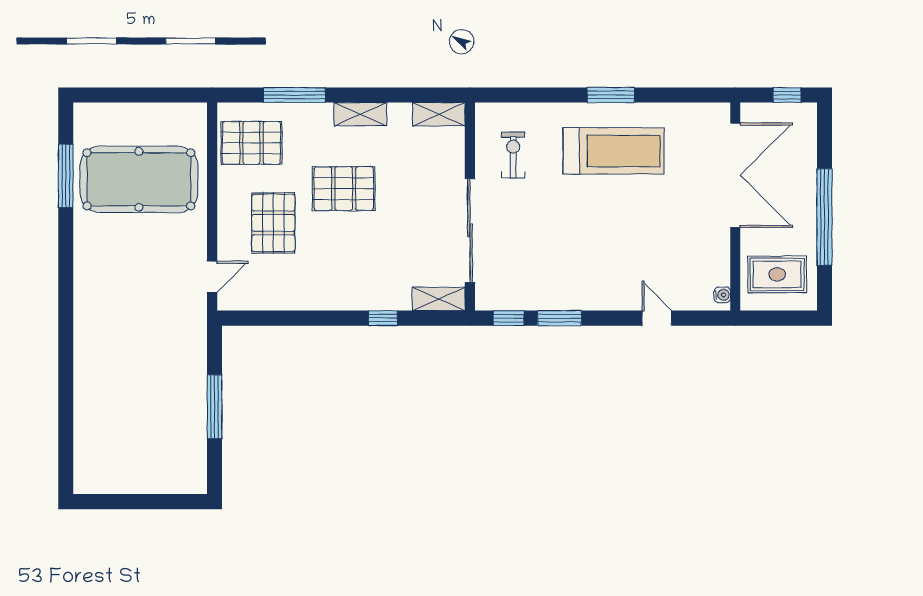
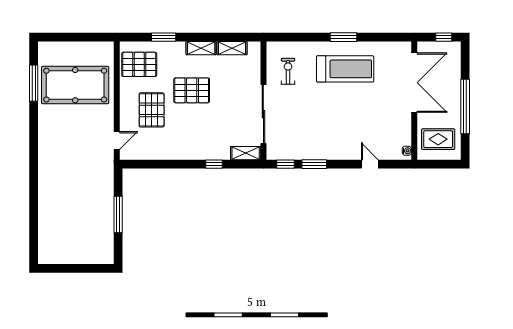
window: (295, 95) -> (164, 37), width x0.69
shelving: (439, 114) -> (232, 48), moved

